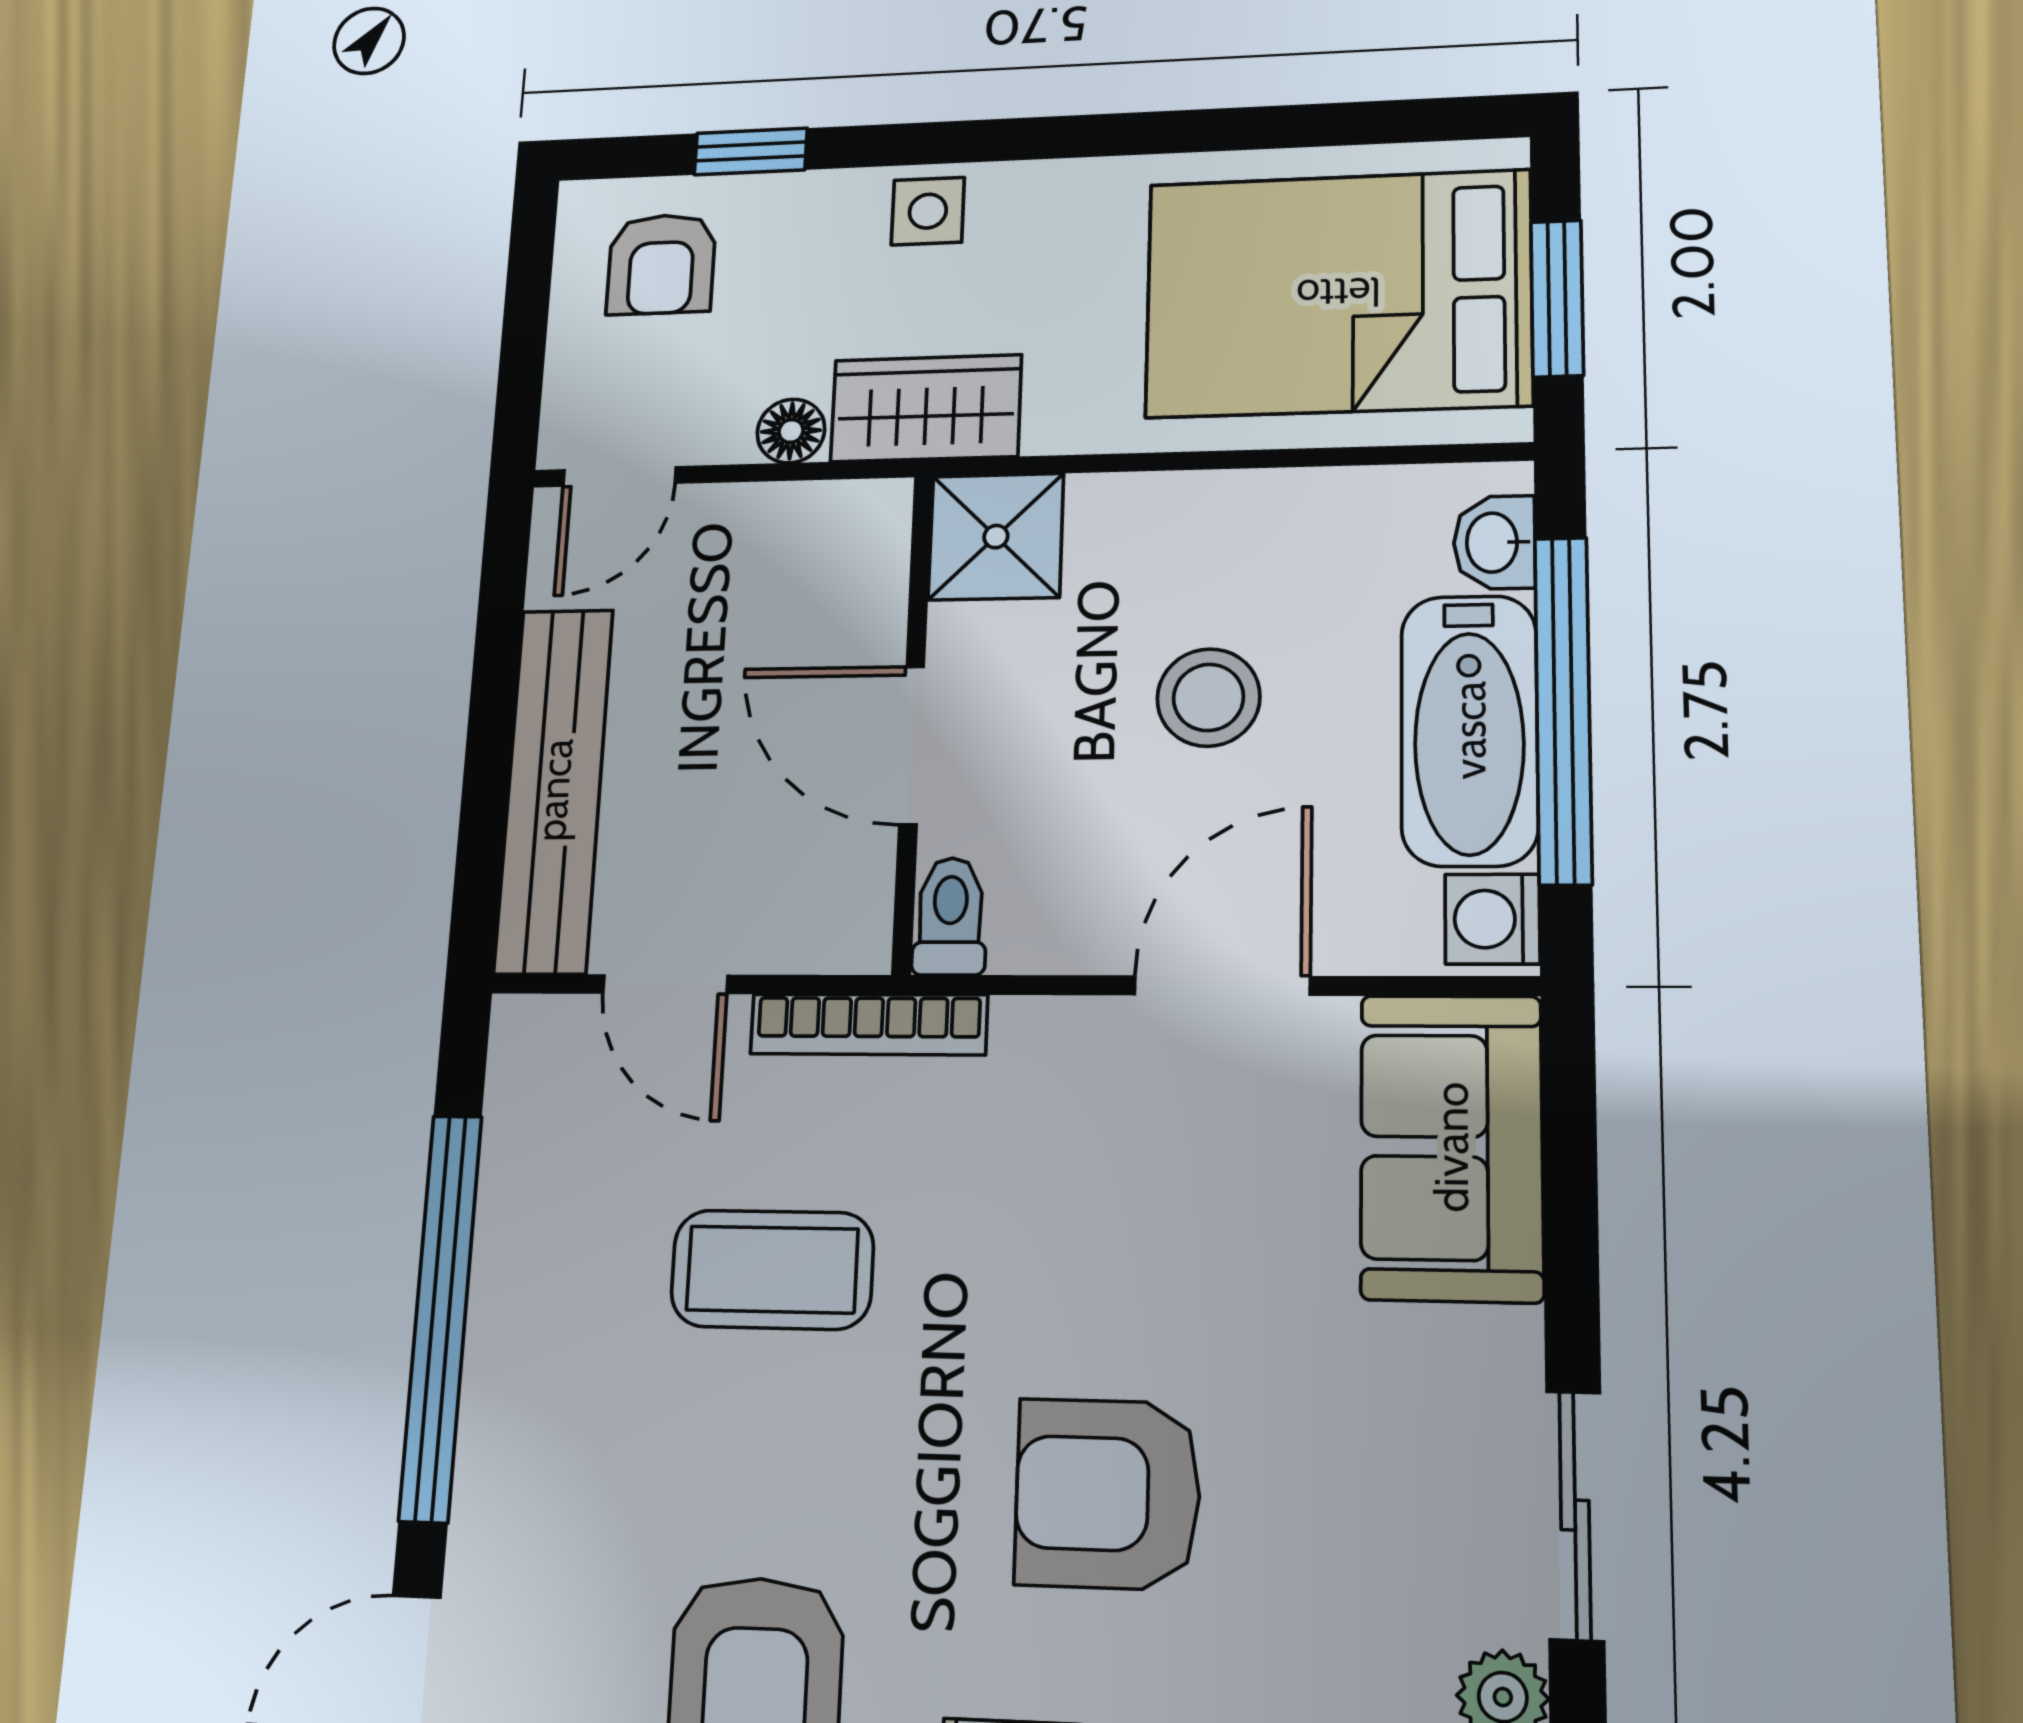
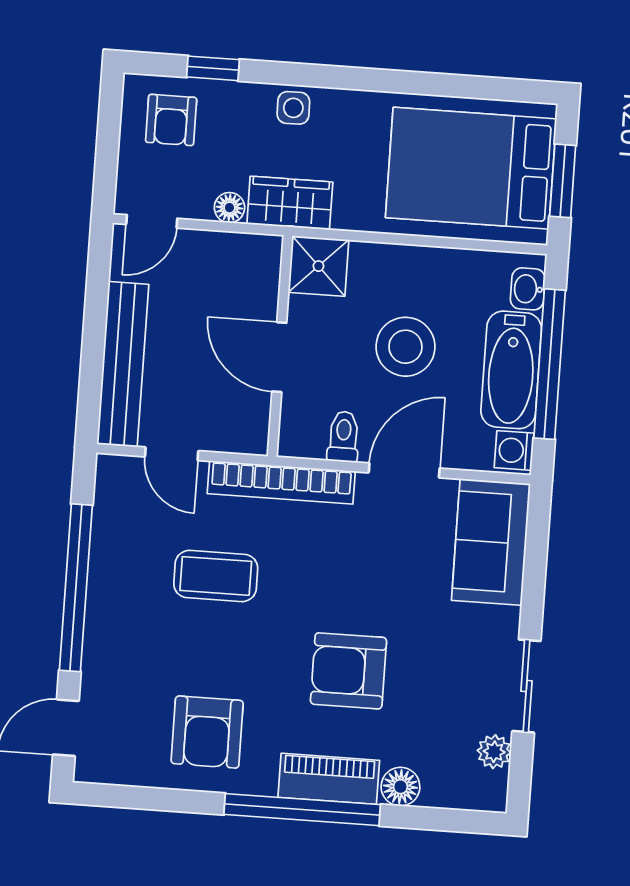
stool: (1209, 697) -> (405, 347), width x1.38, depth x1.38
toilet: (950, 916) -> (343, 437), moved
bookcase: (869, 1024) -> (281, 482), width x1.48, depth x1.31

